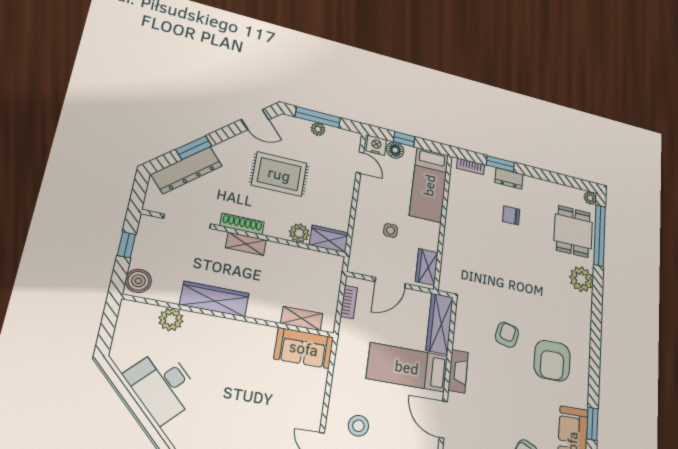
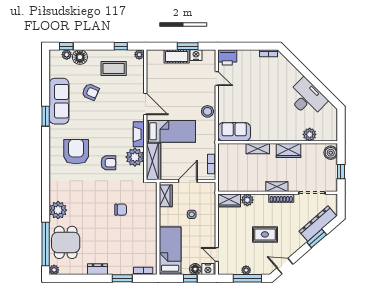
rug: (279, 174) -> (265, 234), width x0.73, depth x0.70
dresser: (509, 178) -> (98, 269), moved
chair: (511, 215) -> (121, 210), moved
wardrobe: (215, 299) -> (289, 151), width x0.67
shelving: (302, 318) -> (258, 149), moved
armchair: (507, 335) -> (108, 163), turned -103
plant: (467, 336) -> (135, 157), added
stool: (358, 426) -> (207, 111), moved

